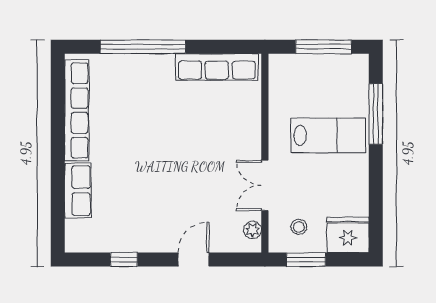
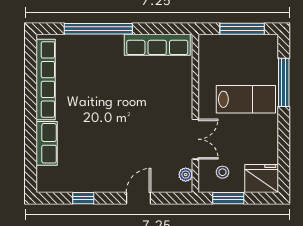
double door: (265, 185) -> (195, 139), swing flipped

